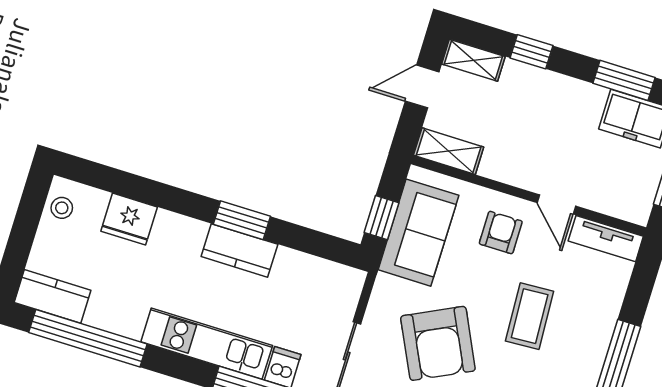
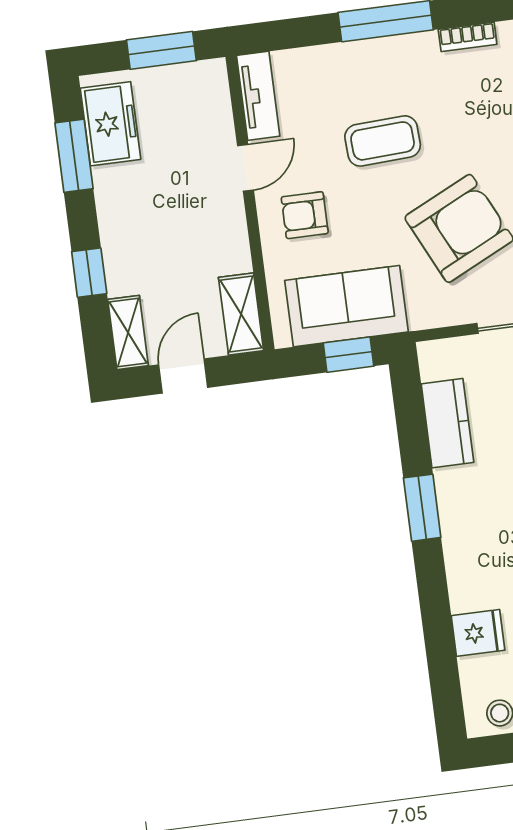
door: (422, 87) -> (183, 376), swing flipped
fridge: (129, 219) -> (478, 633), width x0.72
kitchen counter: (239, 250) -> (447, 423), moved

